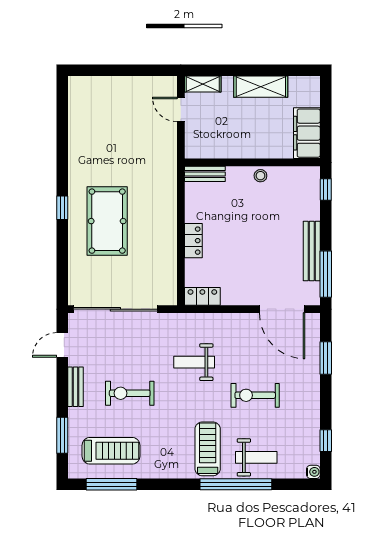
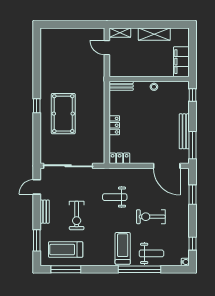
exercise bike: (130, 393) -> (77, 215), turned -90
treadmill: (111, 451) -> (66, 250), turned 180

